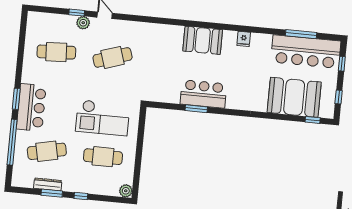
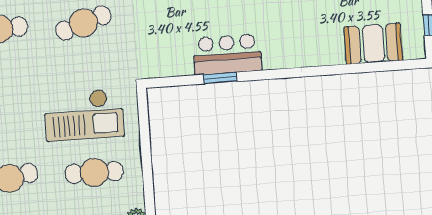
booth: (294, 97) -> (373, 44), width x0.73, depth x0.70
window: (313, 120) -> (396, 65), removed

